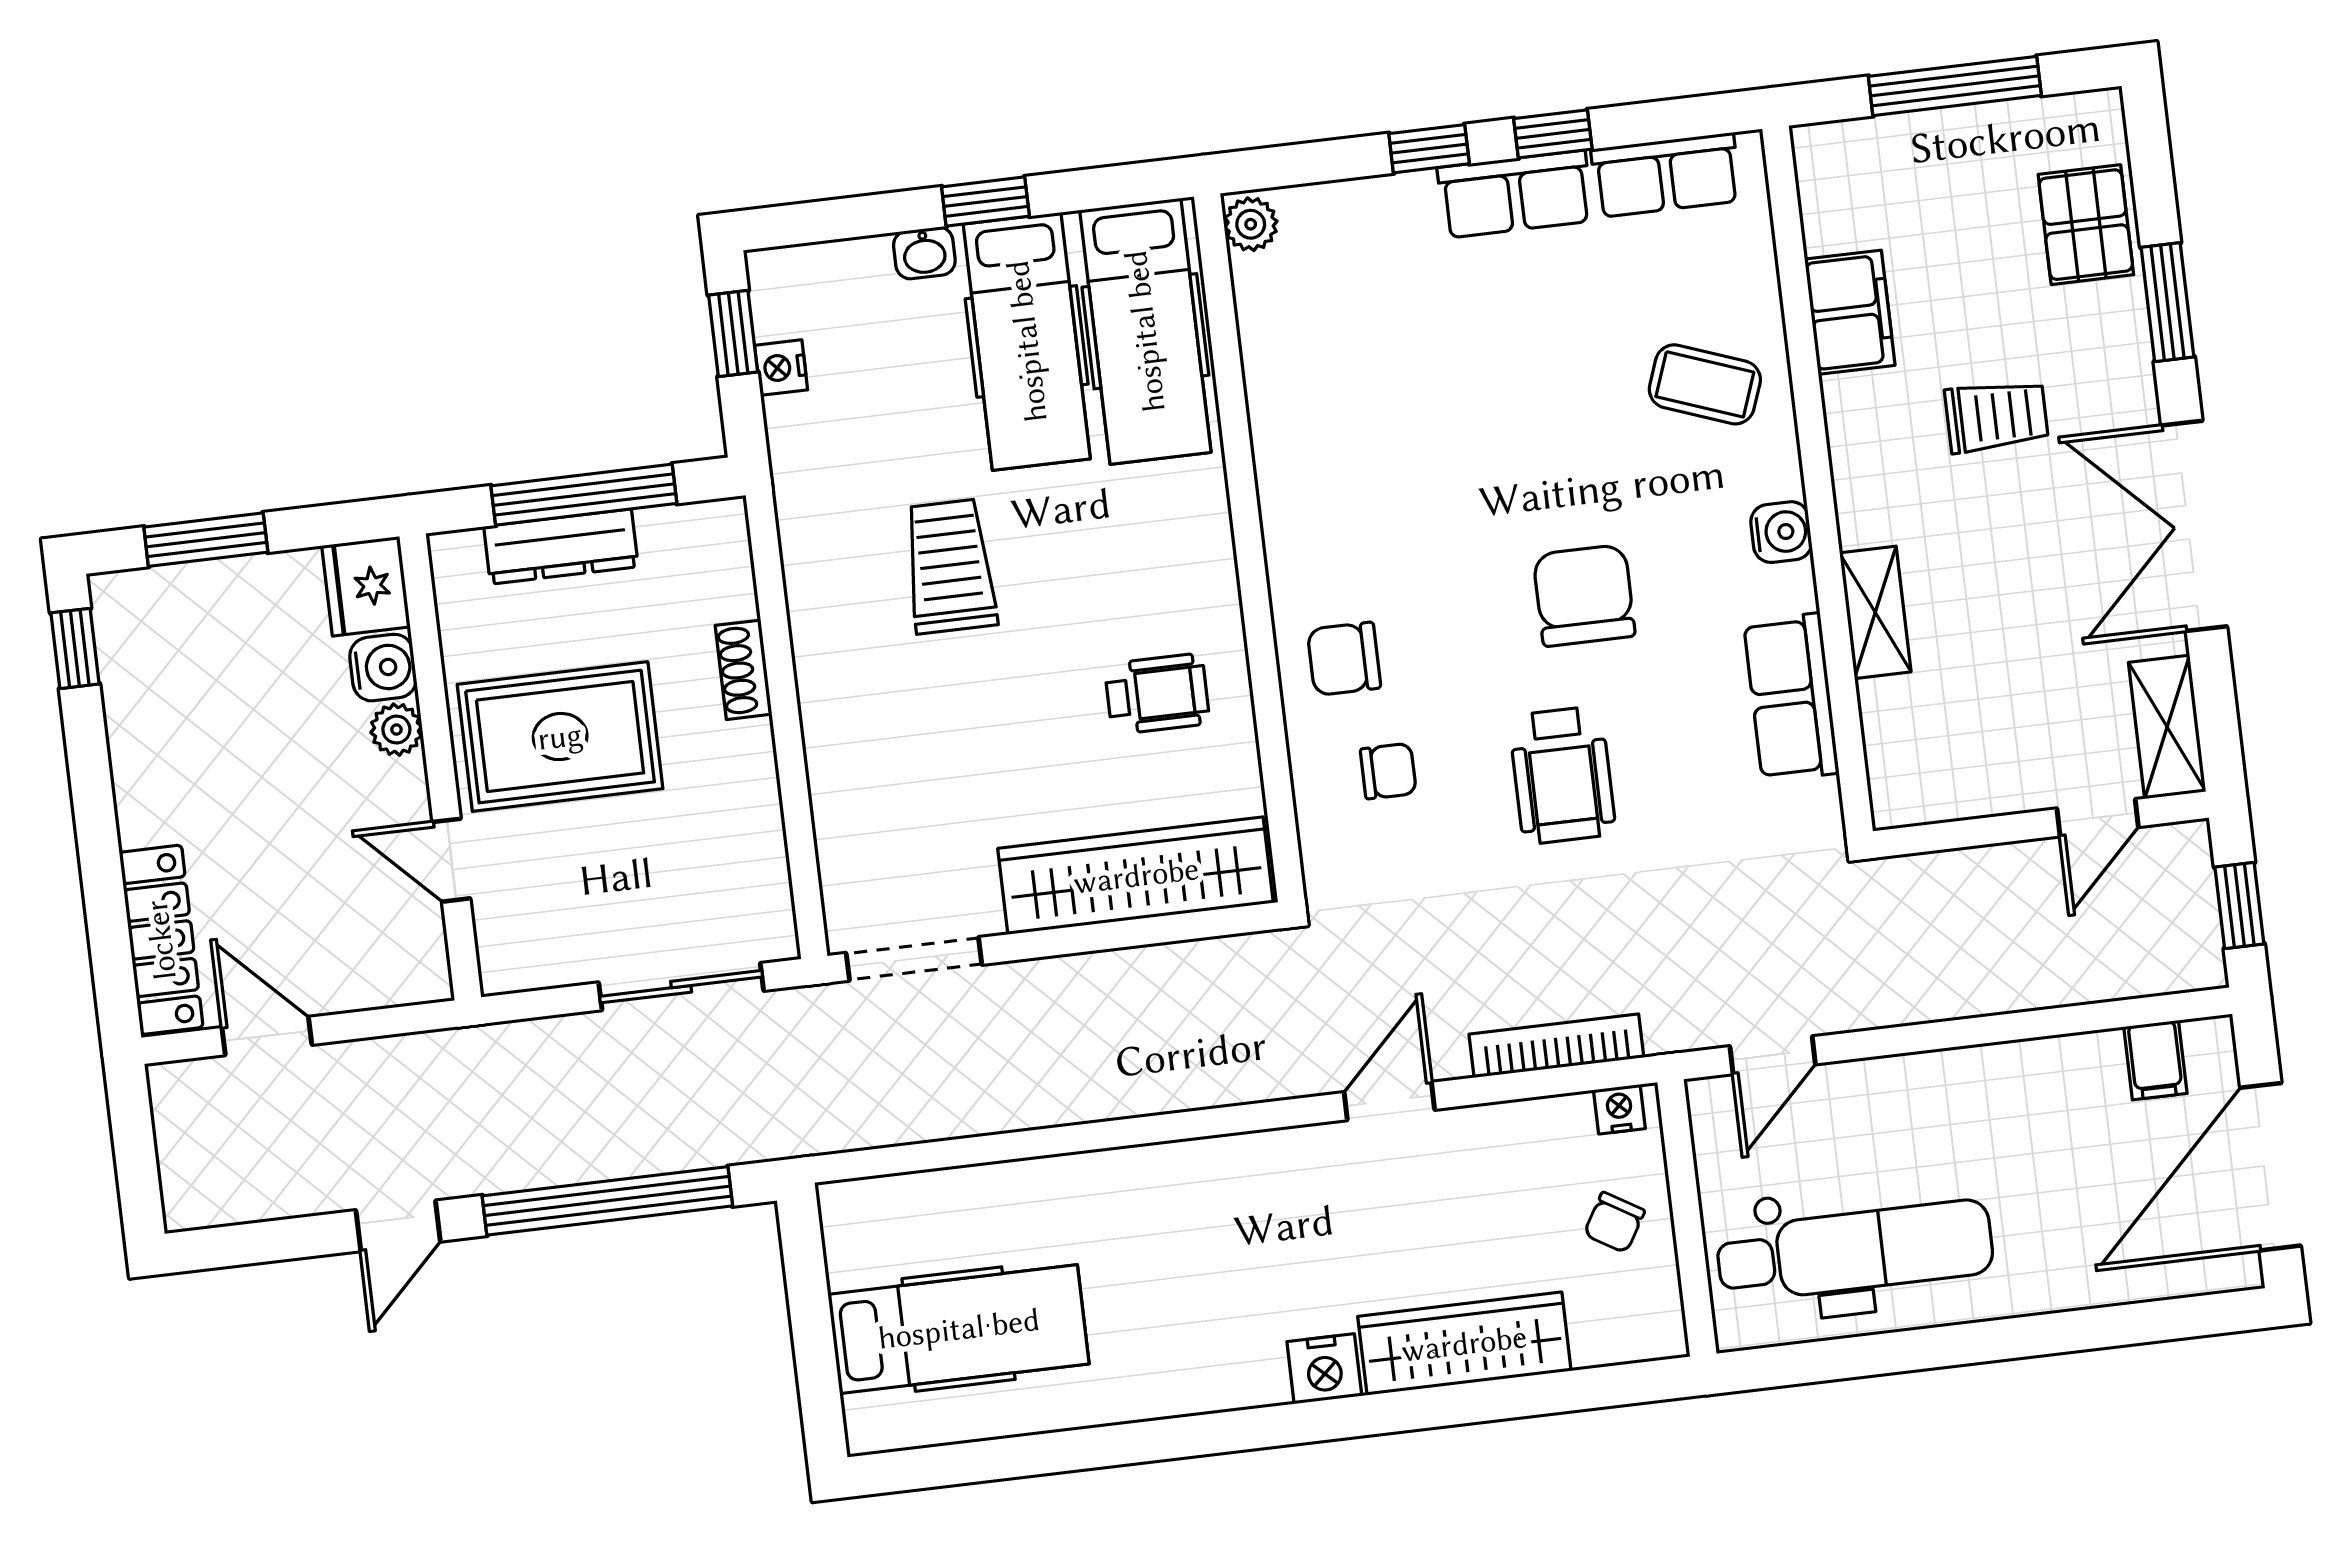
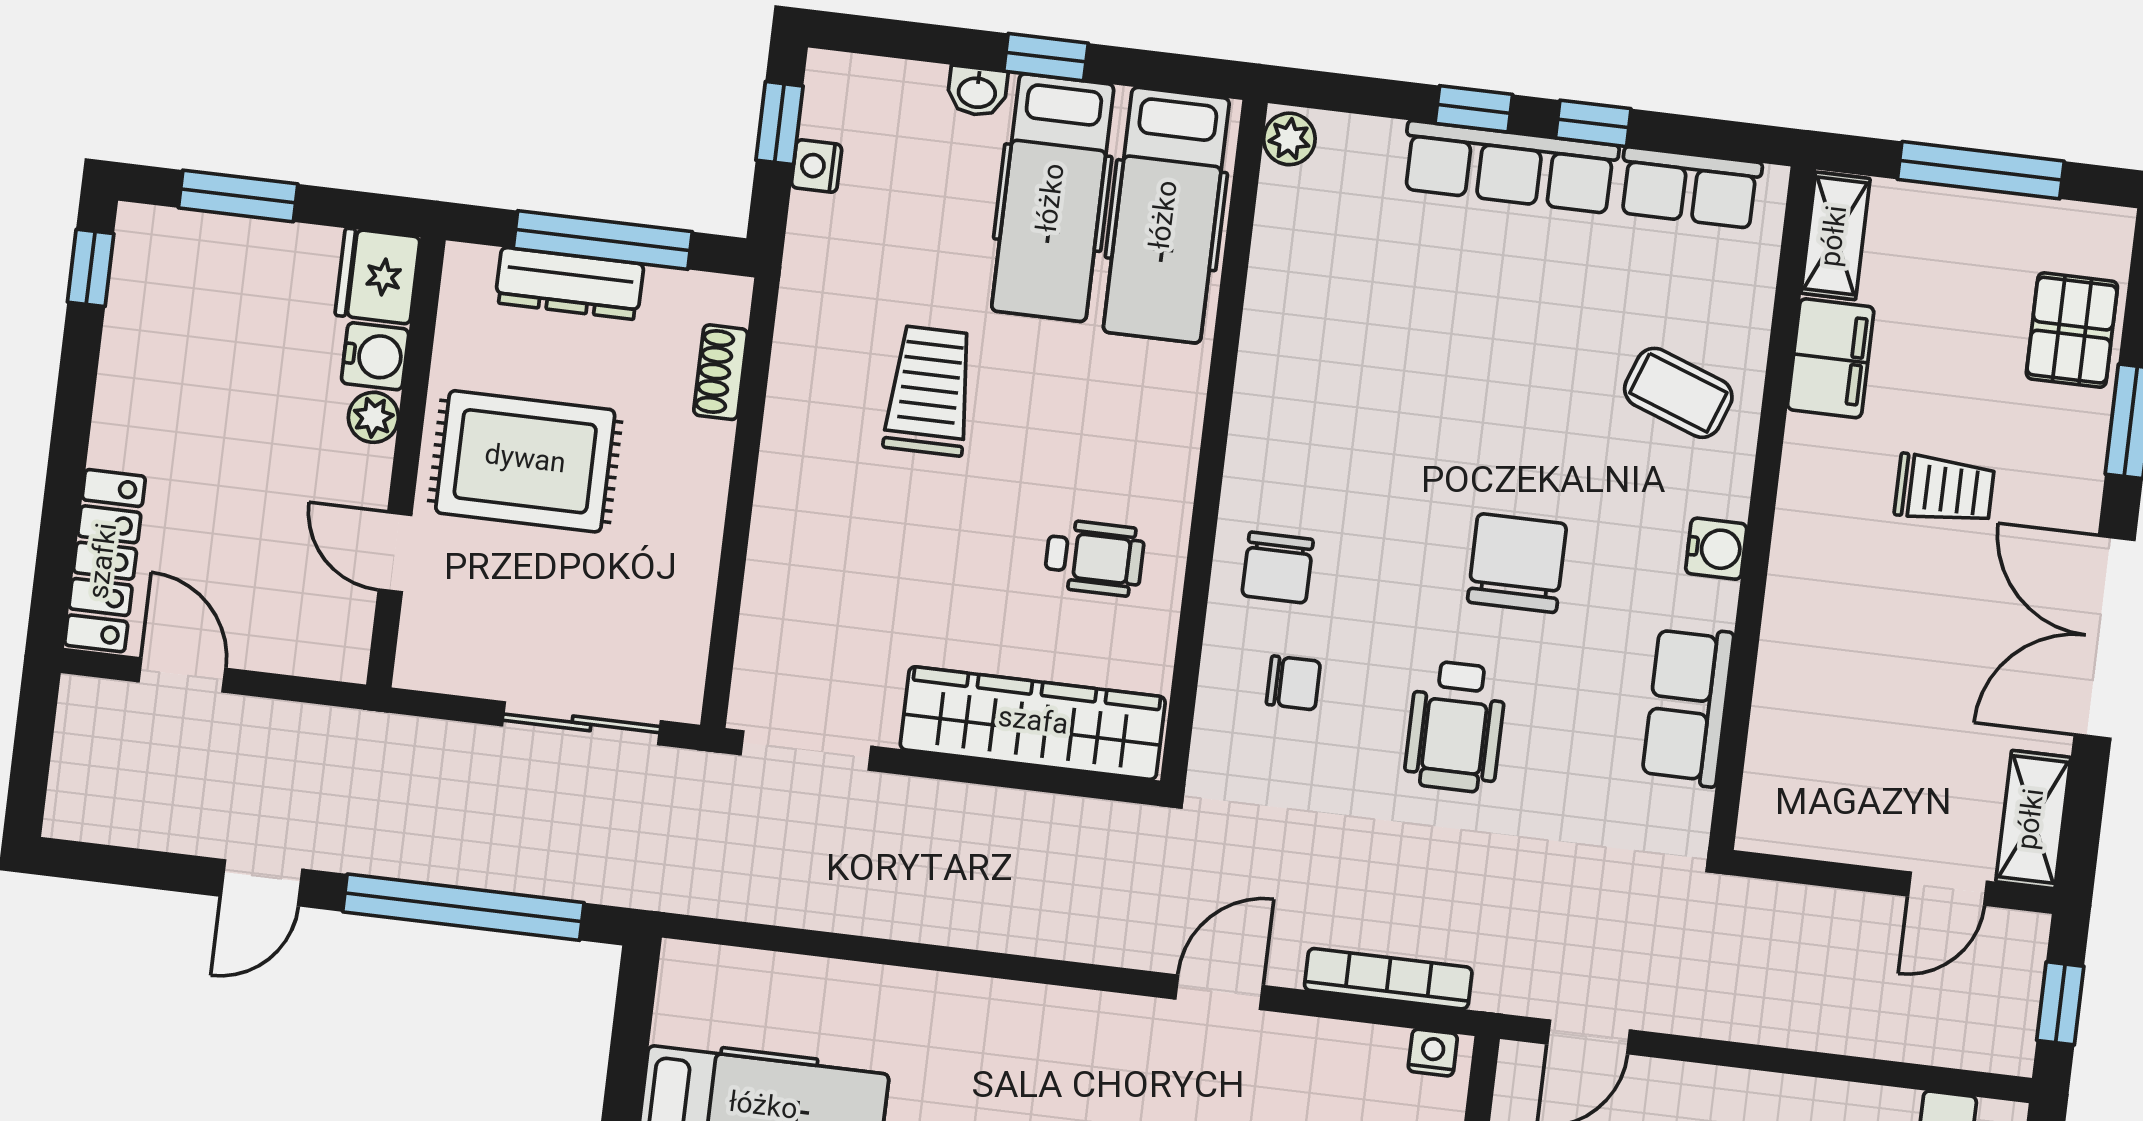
row of seats: (1515, 194) -> (1510, 167), width x1.48
shelving: (1875, 612) -> (1836, 236), moved
chair: (1344, 659) -> (1278, 568), turned -90
shoe rack: (743, 670) -> (721, 372), moved

